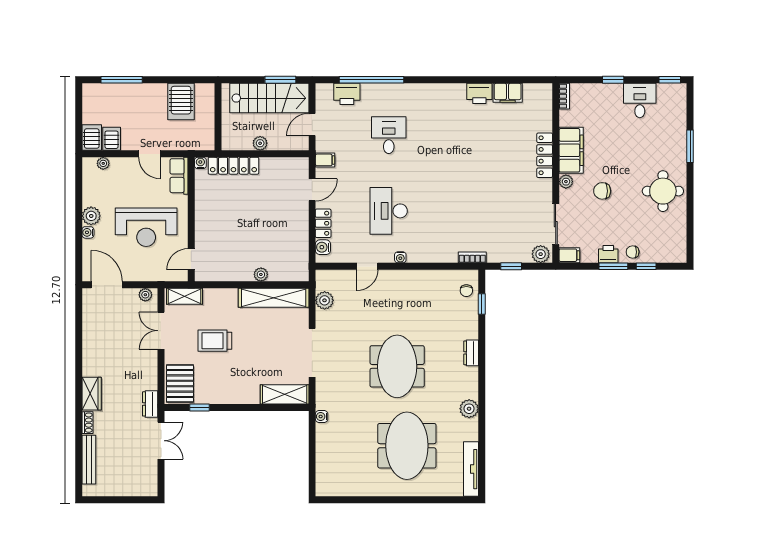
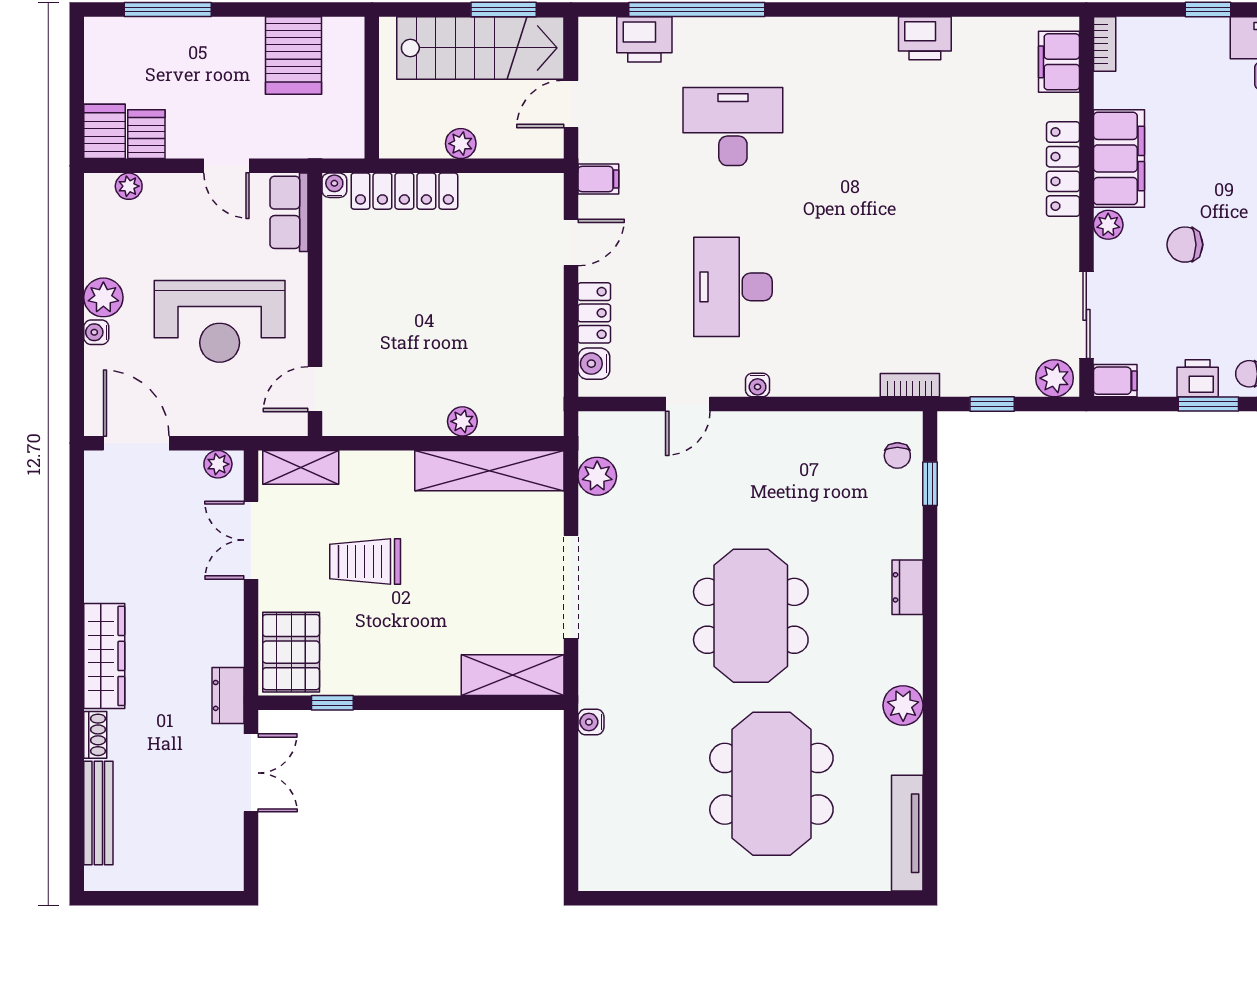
filing cabinet: (508, 93) -> (1059, 62), moved, turned 90
desk: (389, 135) -> (733, 127), width x1.37
wardrobe: (92, 394) -> (104, 656), width x1.50

